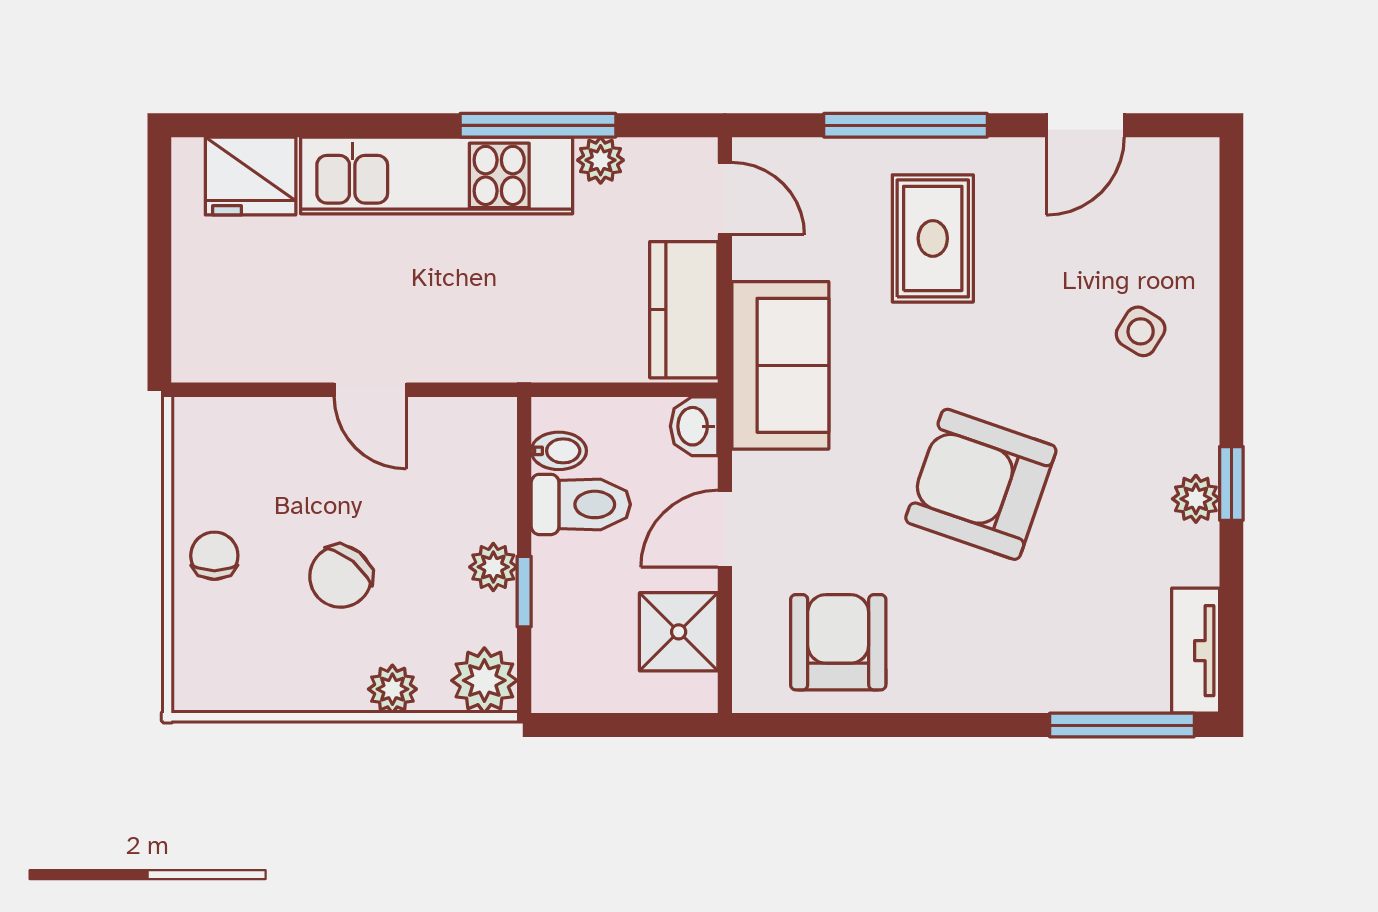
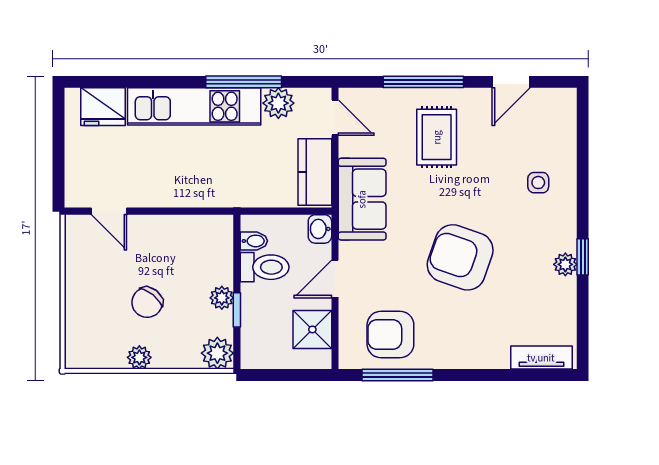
plant: (601, 160) -> (278, 103), width x1.38, depth x1.38
side table: (1141, 331) -> (538, 183), turned -32
door: (370, 390) -> (109, 211), moved
chair: (214, 556) -> (85, 292), removed
armchair: (838, 642) -> (390, 335), turned -90
tv unit: (1196, 651) -> (541, 358), moved, turned 90
plant: (392, 689) -> (139, 357), moved
window: (1122, 725) -> (397, 375), moved

